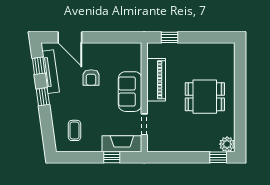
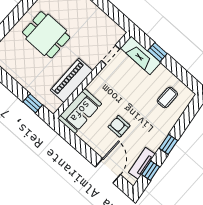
tv unit: (51, 72) -> (142, 163), width x0.71
armchair: (91, 77) -> (119, 126), turned -90
sofa: (130, 92) -> (80, 111), moved

